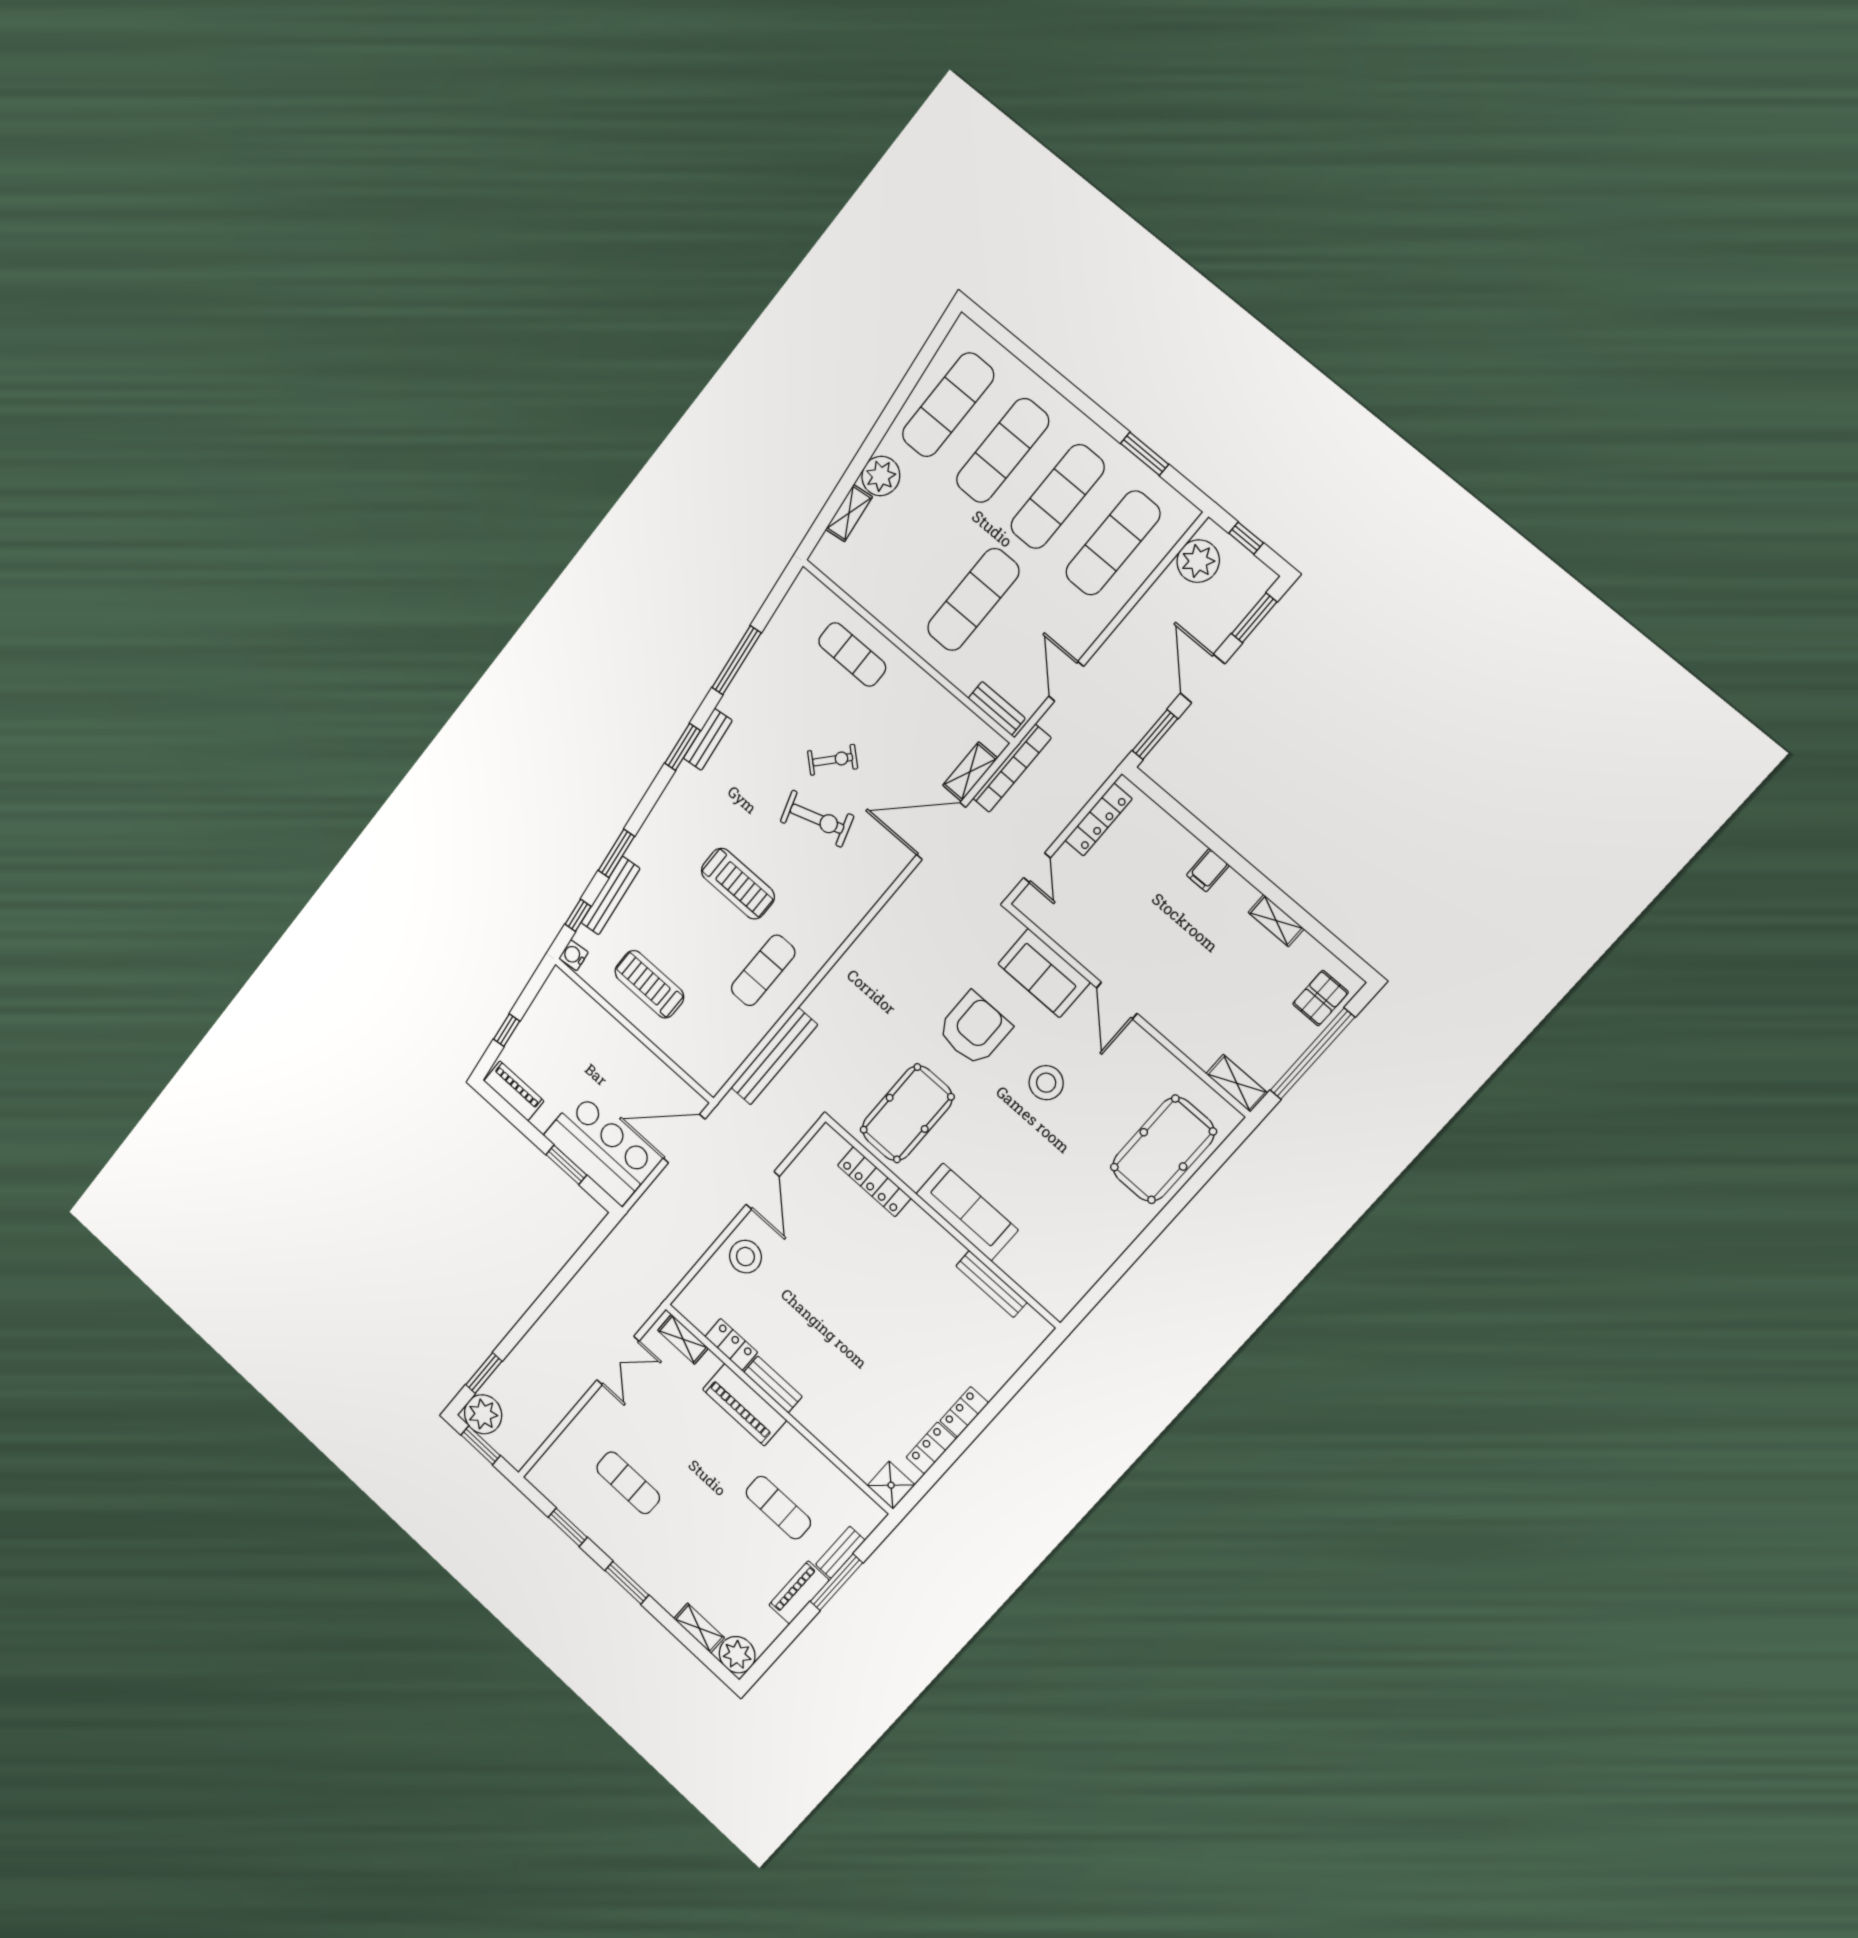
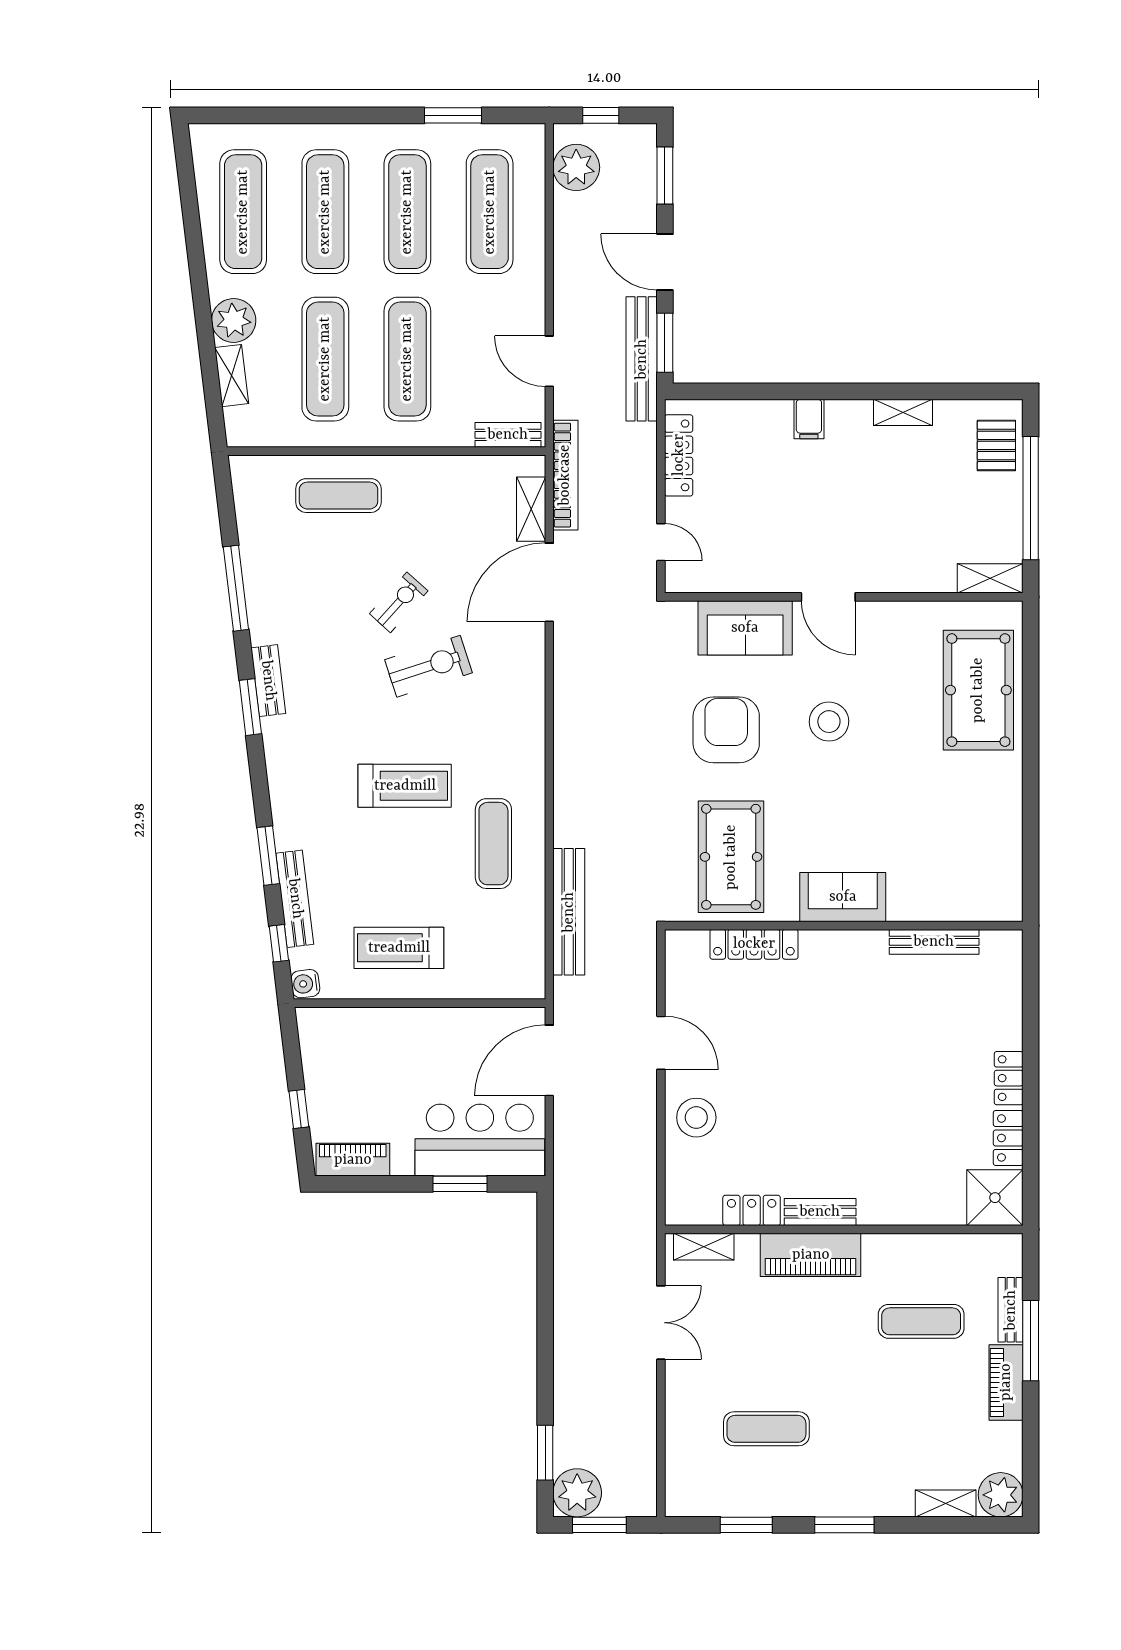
exercise mat: (919, 554) -> (325, 359), added
bench: (1130, 732) -> (642, 359), added
sofa: (967, 1212) -> (843, 897), width x0.73
shower: (891, 1485) -> (995, 1198), width x1.36, depth x1.36

